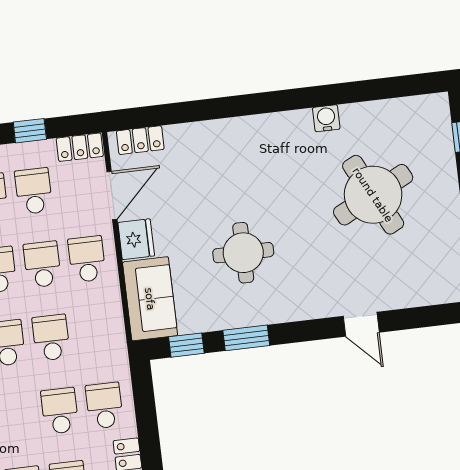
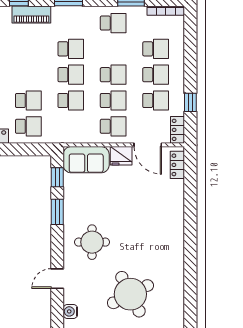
water cooler: (326, 118) -> (70, 311), moved, turned 180
round table: (243, 253) -> (92, 242), moved

